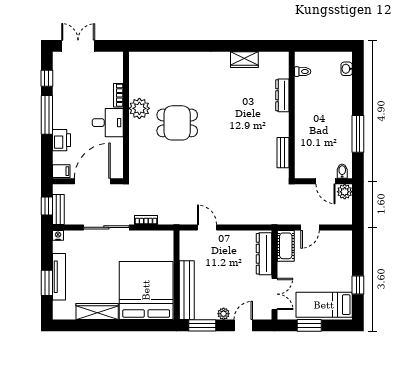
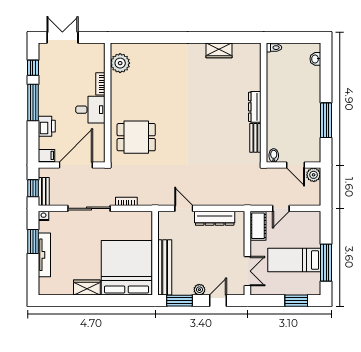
toilet: (303, 72) -> (274, 48), moved
dresser: (282, 95) -> (255, 107), moved
plant: (139, 108) -> (120, 63), moved
dining table: (177, 123) -> (136, 137), moved
bidet: (342, 171) -> (274, 155), moved
dresser: (264, 254) -> (215, 218), moved, turned -90
window: (47, 283) -> (33, 241), moved
window: (358, 285) -> (326, 263), width x2.17
bed: (324, 305) -> (294, 260), moved
wardrobe: (97, 311) -> (87, 288), width x0.67
window: (309, 325) -> (296, 301), moved

